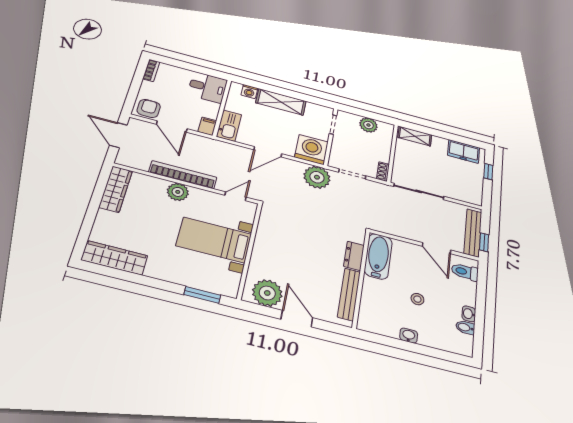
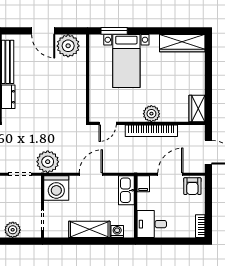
door: (172, 127) -> (170, 174), hinge flipped
wardrobe: (116, 189) -> (197, 109), width x0.67
bed with nightstands: (214, 240) -> (126, 61), moved, turned 90

